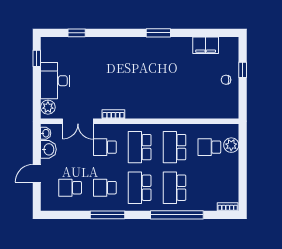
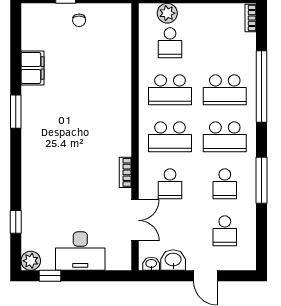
filing cabinet: (206, 45) -> (32, 68), moved
plant: (48, 107) -> (31, 261), moved

